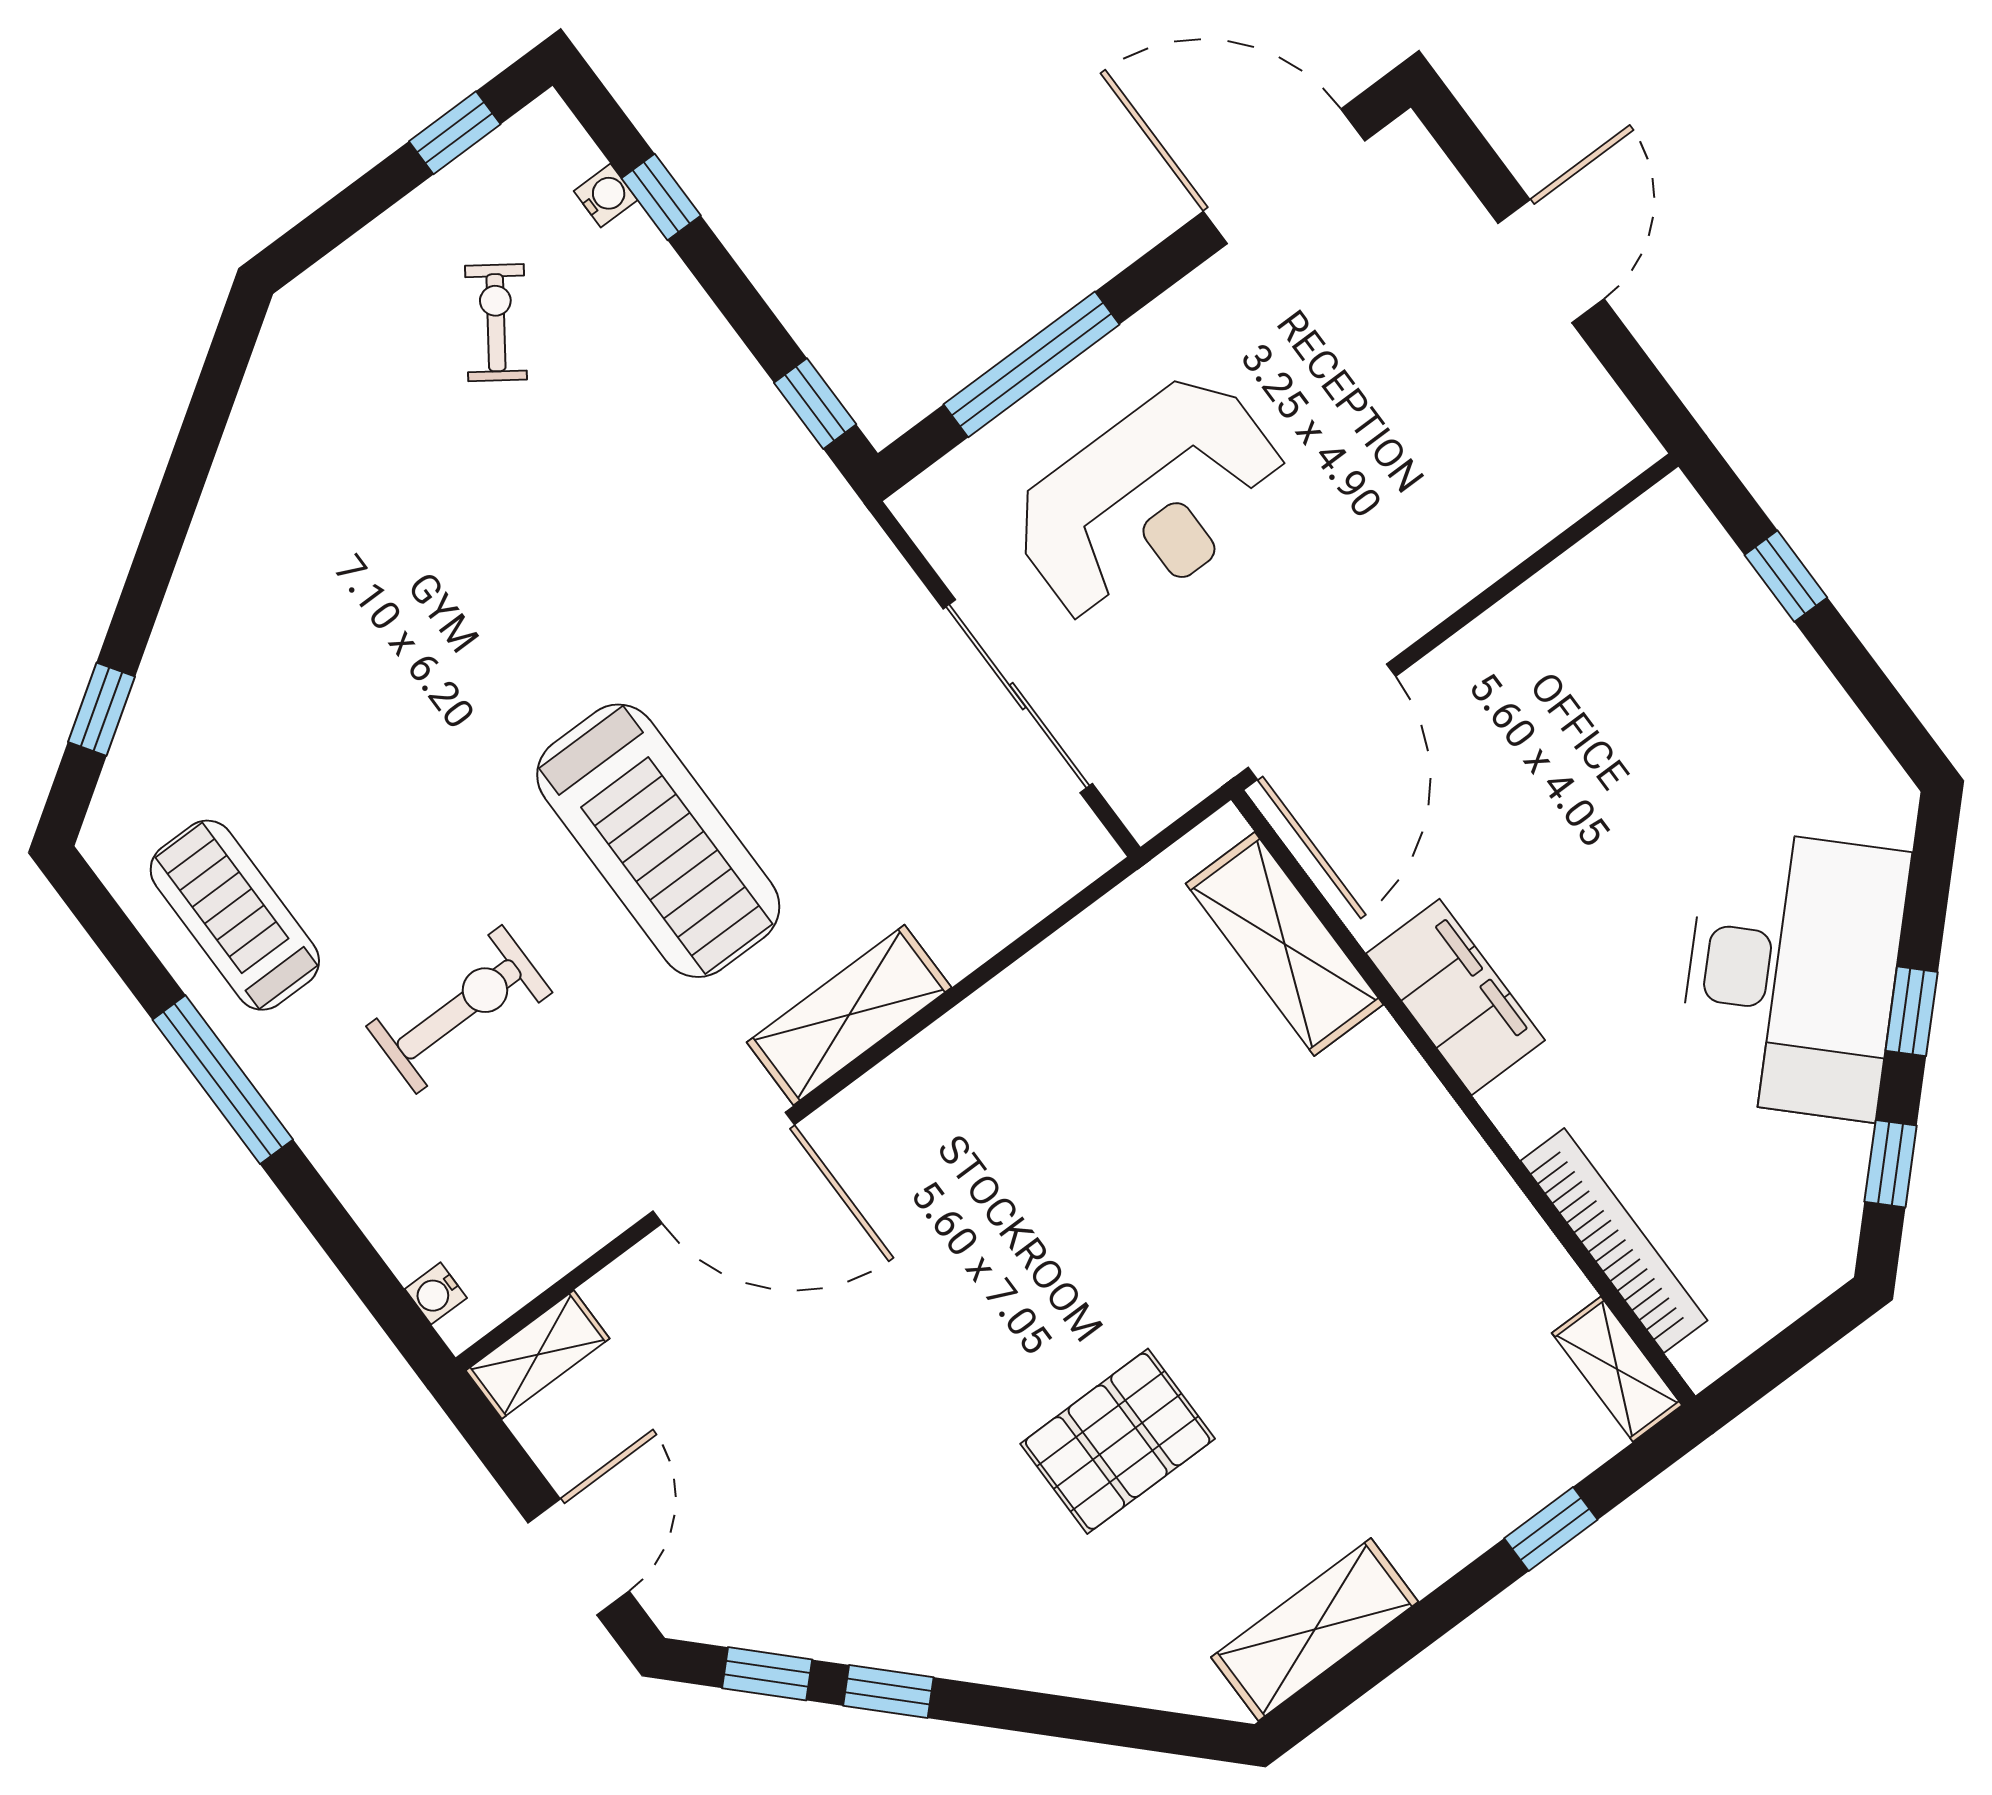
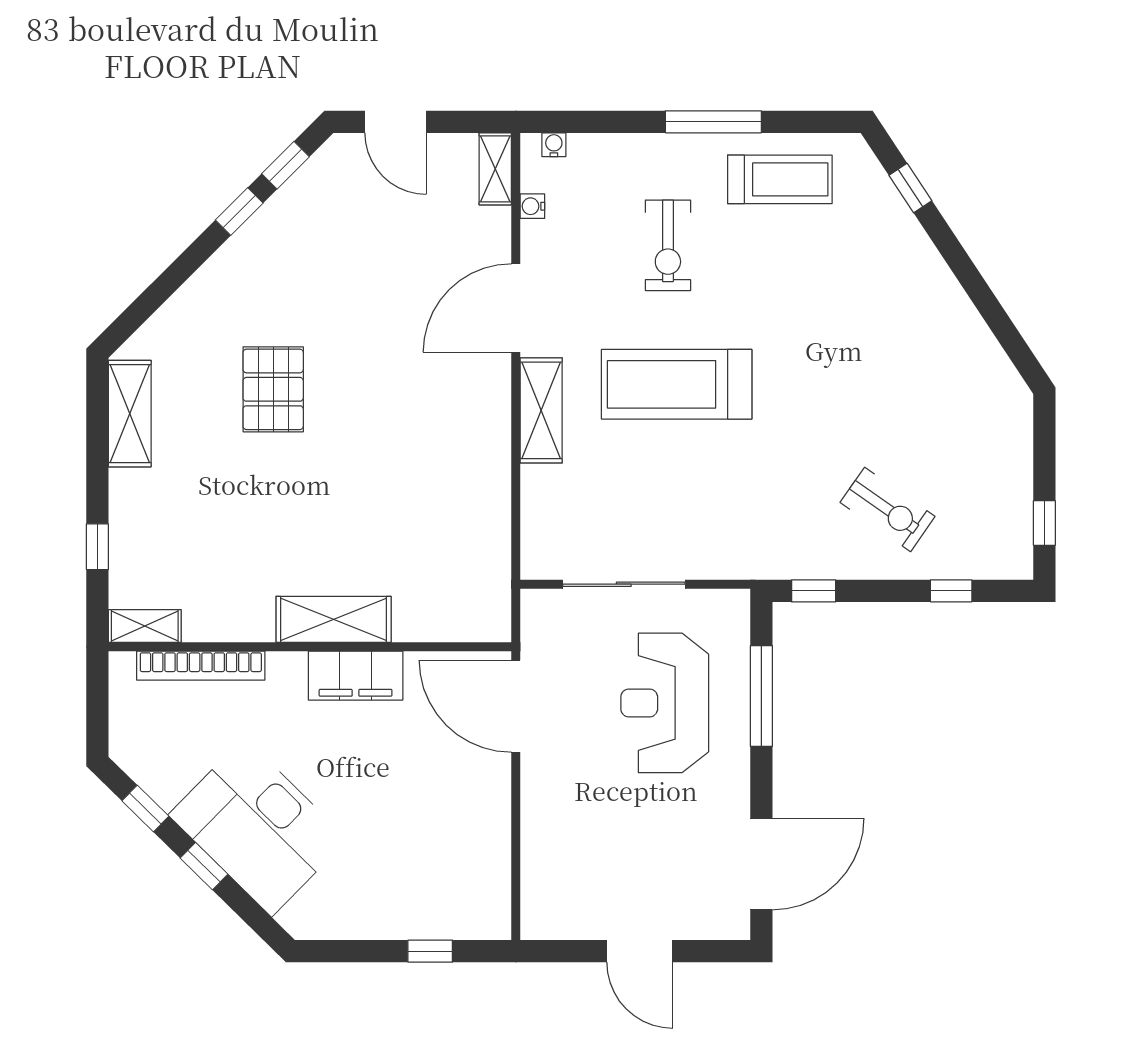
water cooler: (606, 195) -> (532, 206), moved, turned 90
exercise bike: (496, 323) -> (888, 509), moved, width x1.38, depth x1.39
shelving: (1285, 944) -> (334, 619), moved

